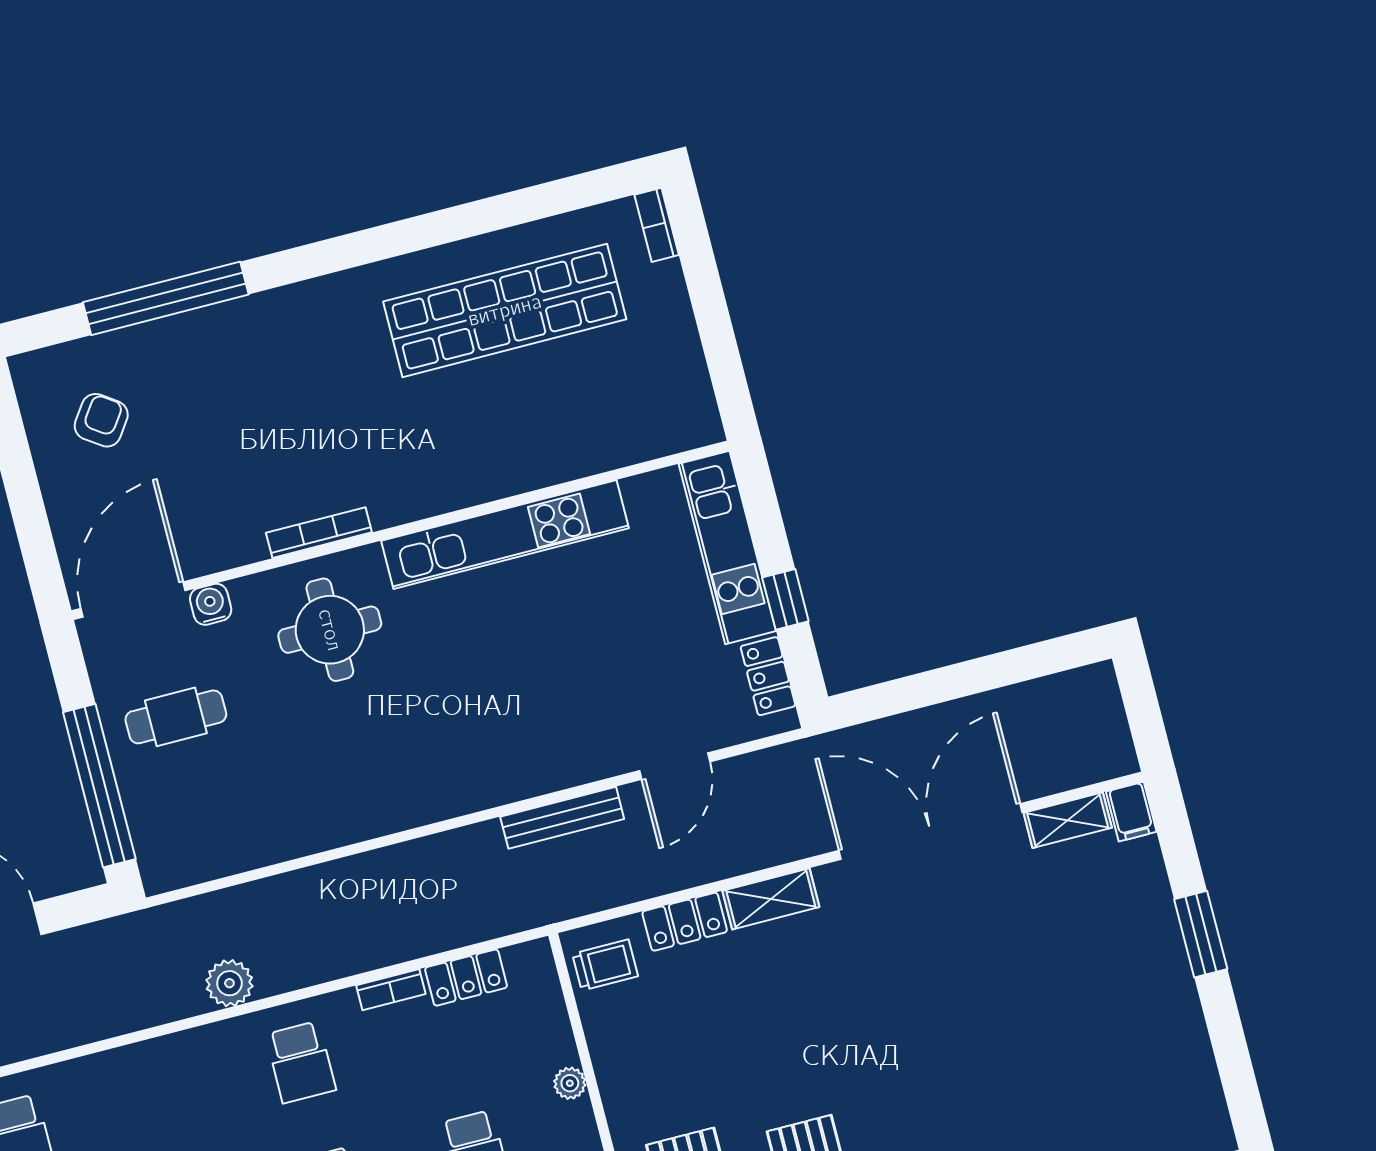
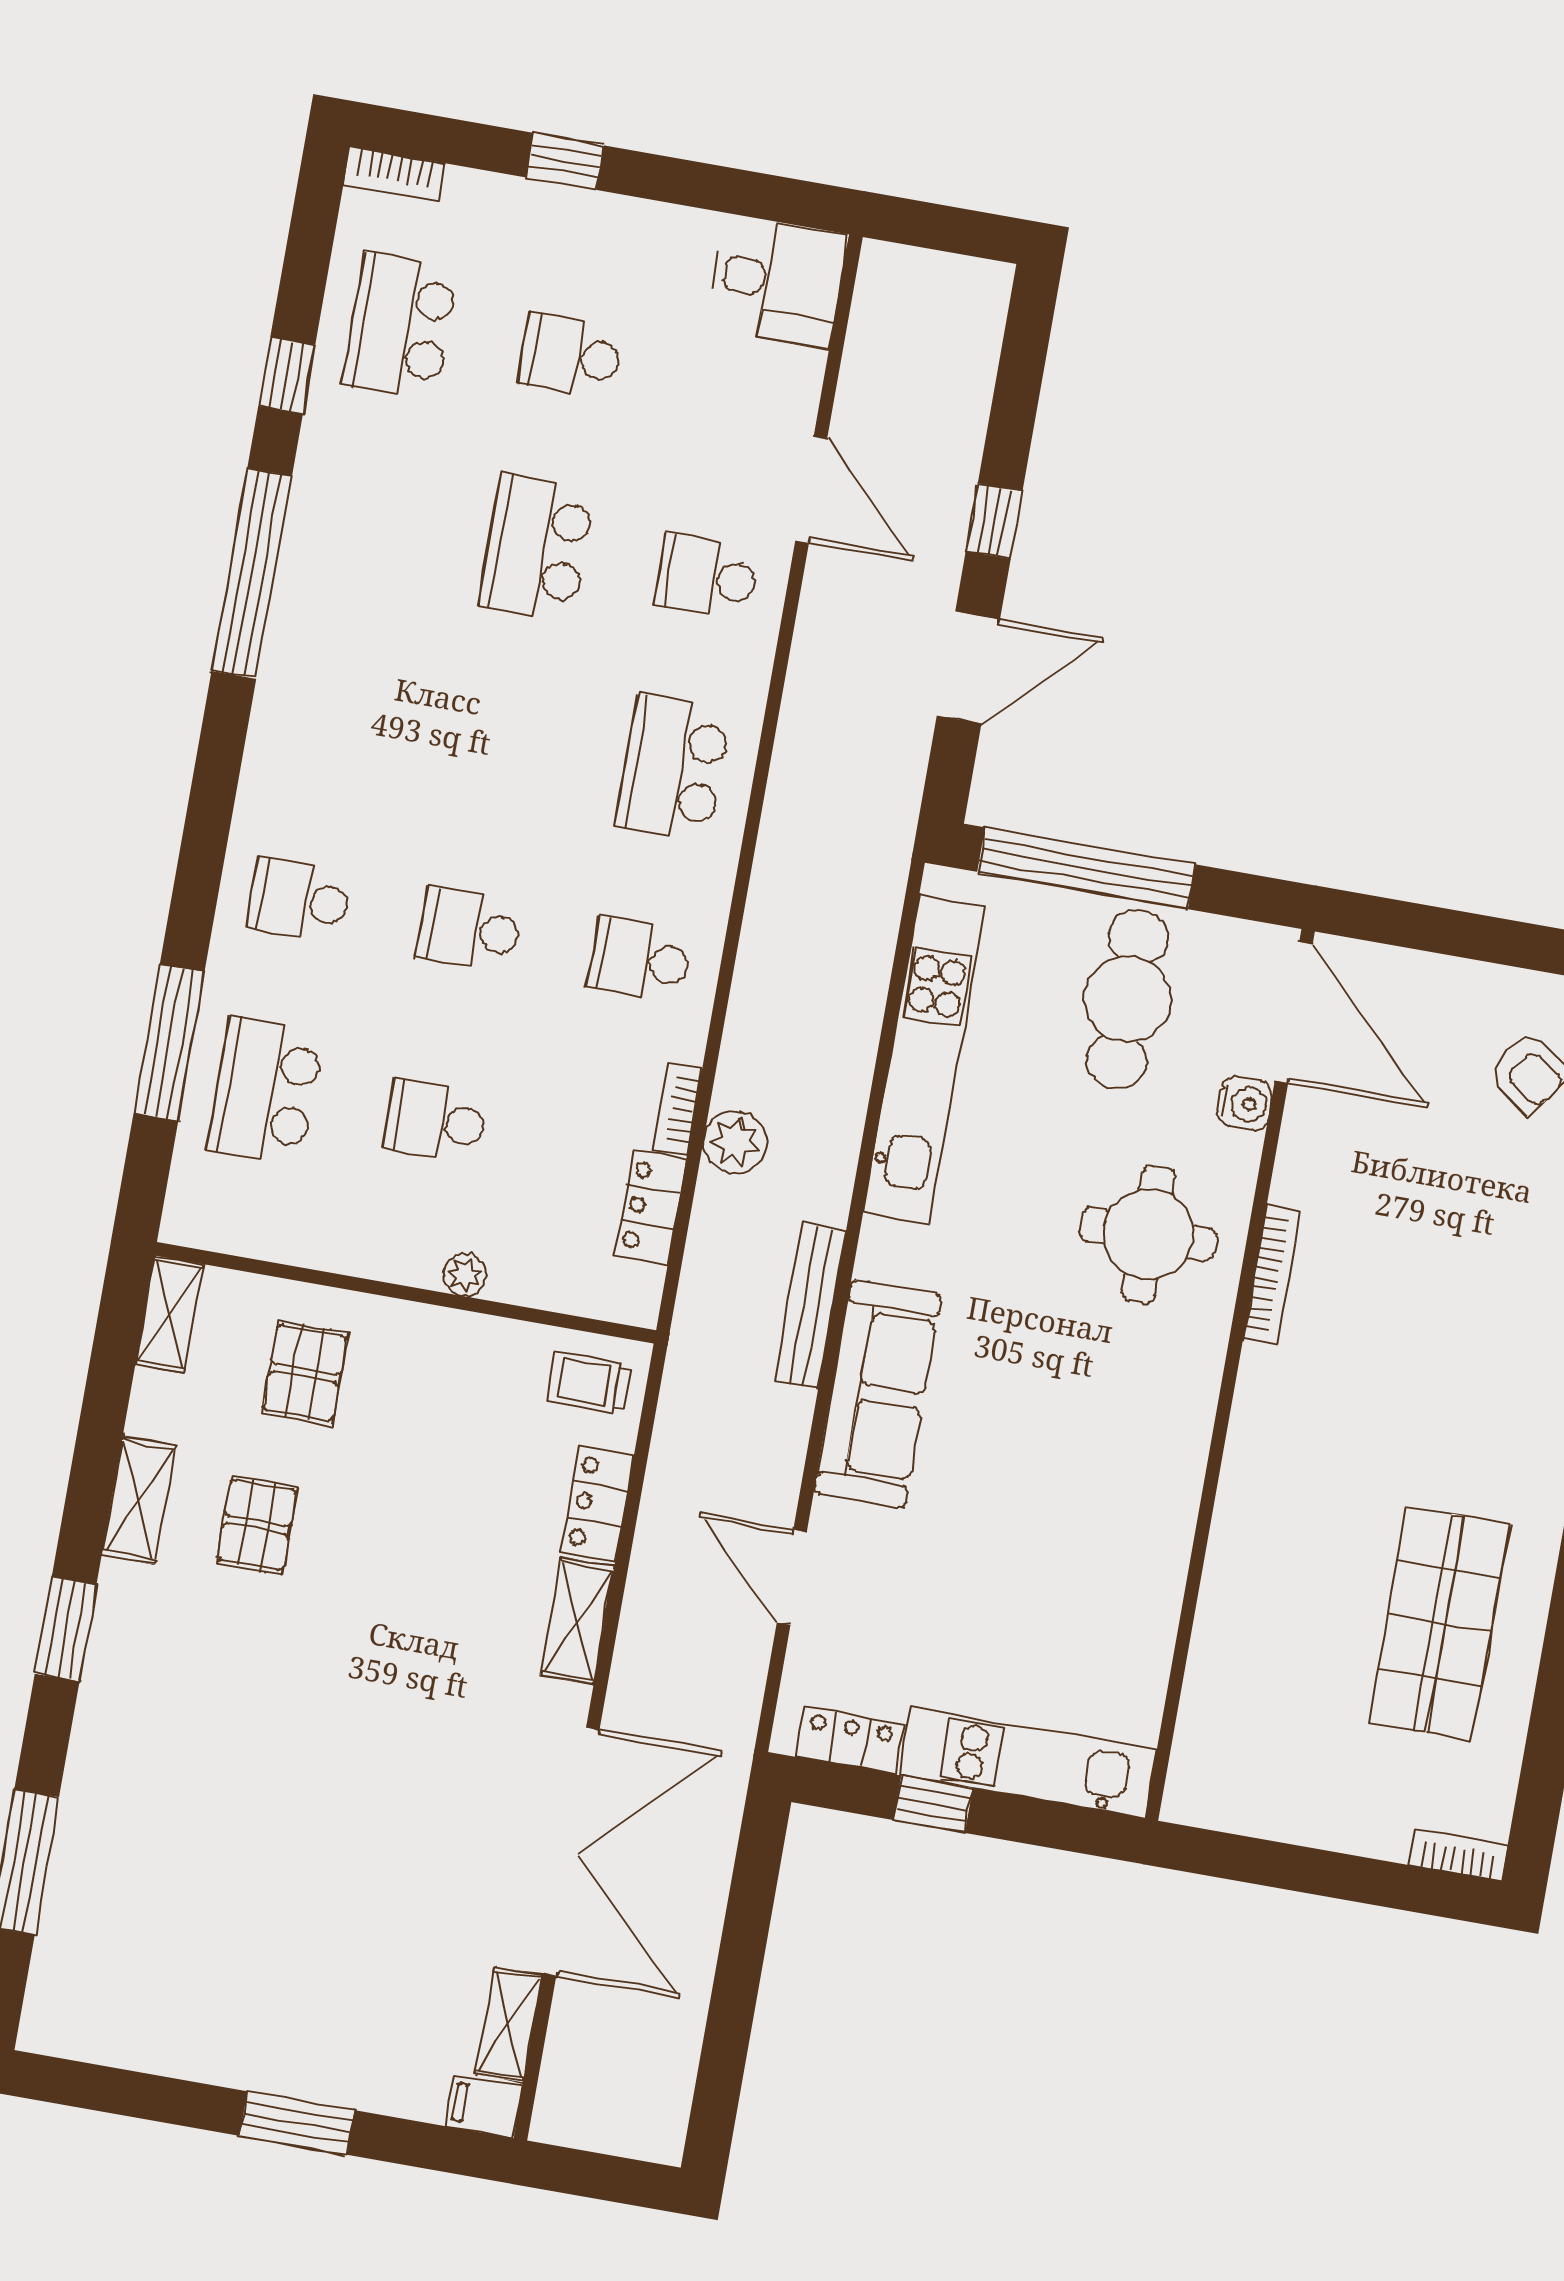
shop shelf: (505, 310) -> (1439, 1623), width x0.71
kitchen unit: (505, 535) -> (924, 1060), moved, turned 180
cafe table: (176, 717) -> (1128, 999), width x1.37, depth x1.35
sofa: (523, 765) -> (878, 1394), added
bench: (562, 818) -> (810, 1306), moved
trolley: (605, 965) -> (589, 1383), turned 90
plant: (229, 983) -> (735, 1142), moved
school desk: (160, 1099) -> (673, 768), added

